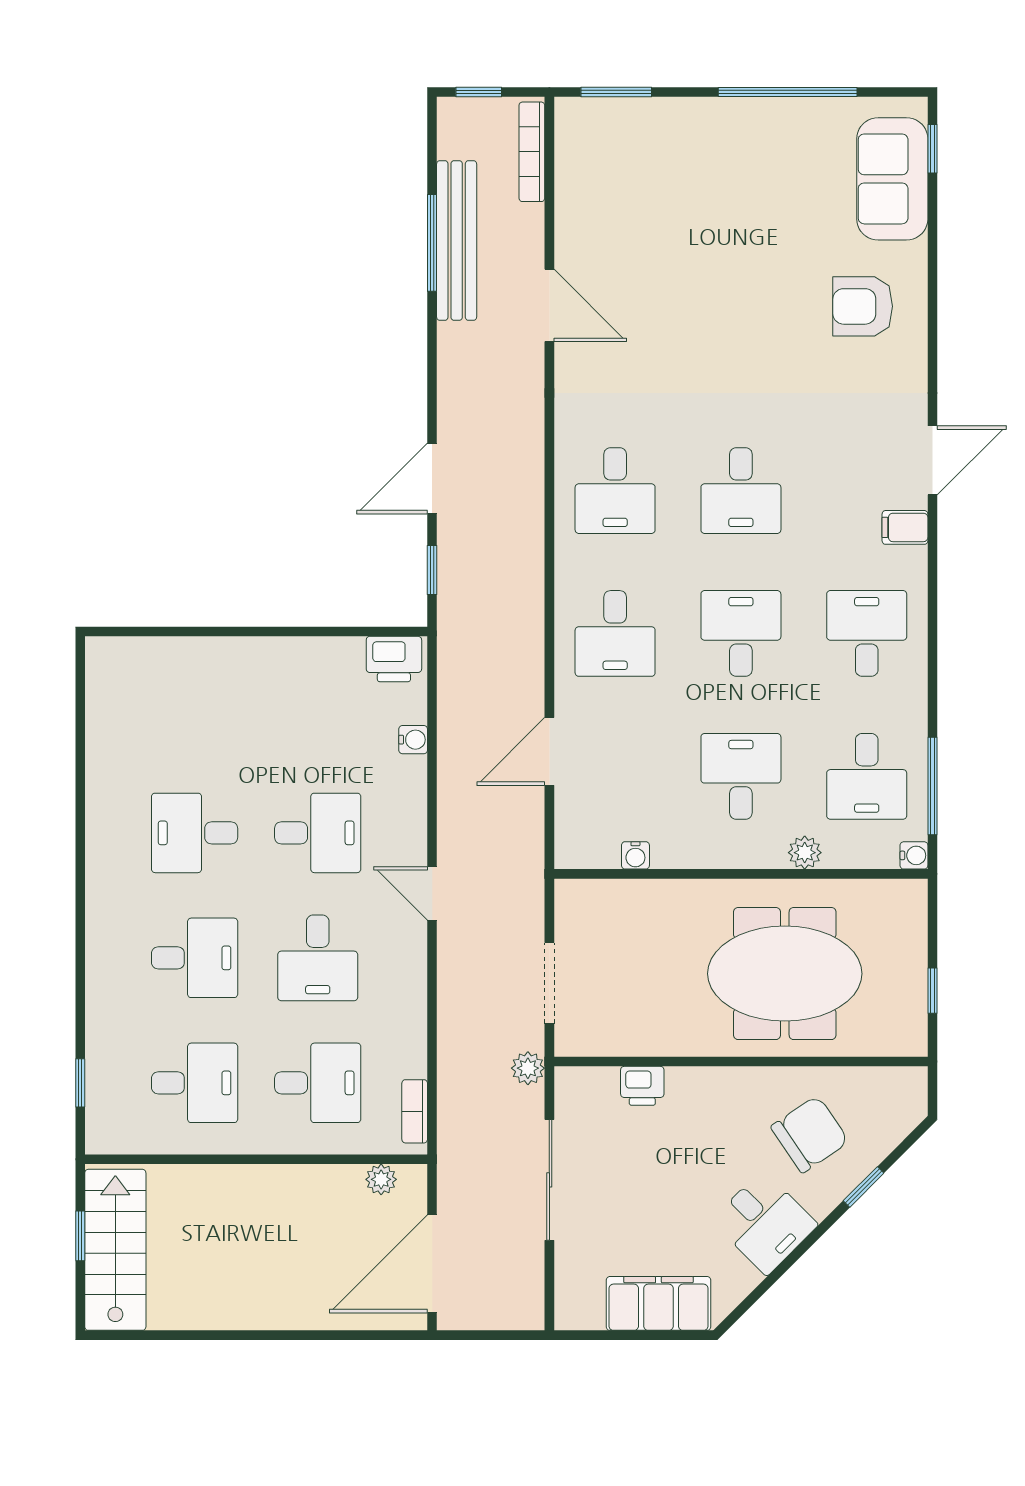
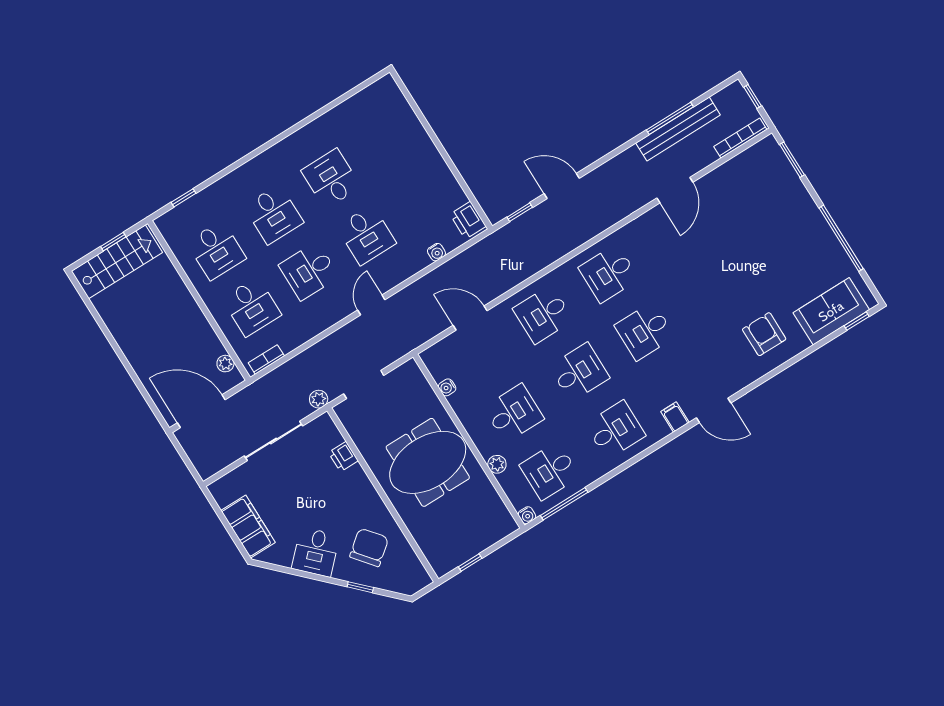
meeting table: (785, 974) -> (428, 462), moved, turned 90
chair: (810, 1134) -> (369, 547), turned -95

